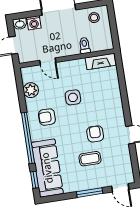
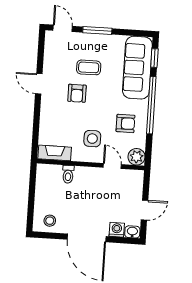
toilet: (85, 45) -> (68, 174), moved
wall: (67, 58) -> (91, 165), moved
door: (48, 61) -> (112, 166), moved
fireplace: (100, 61) -> (55, 153), moved

